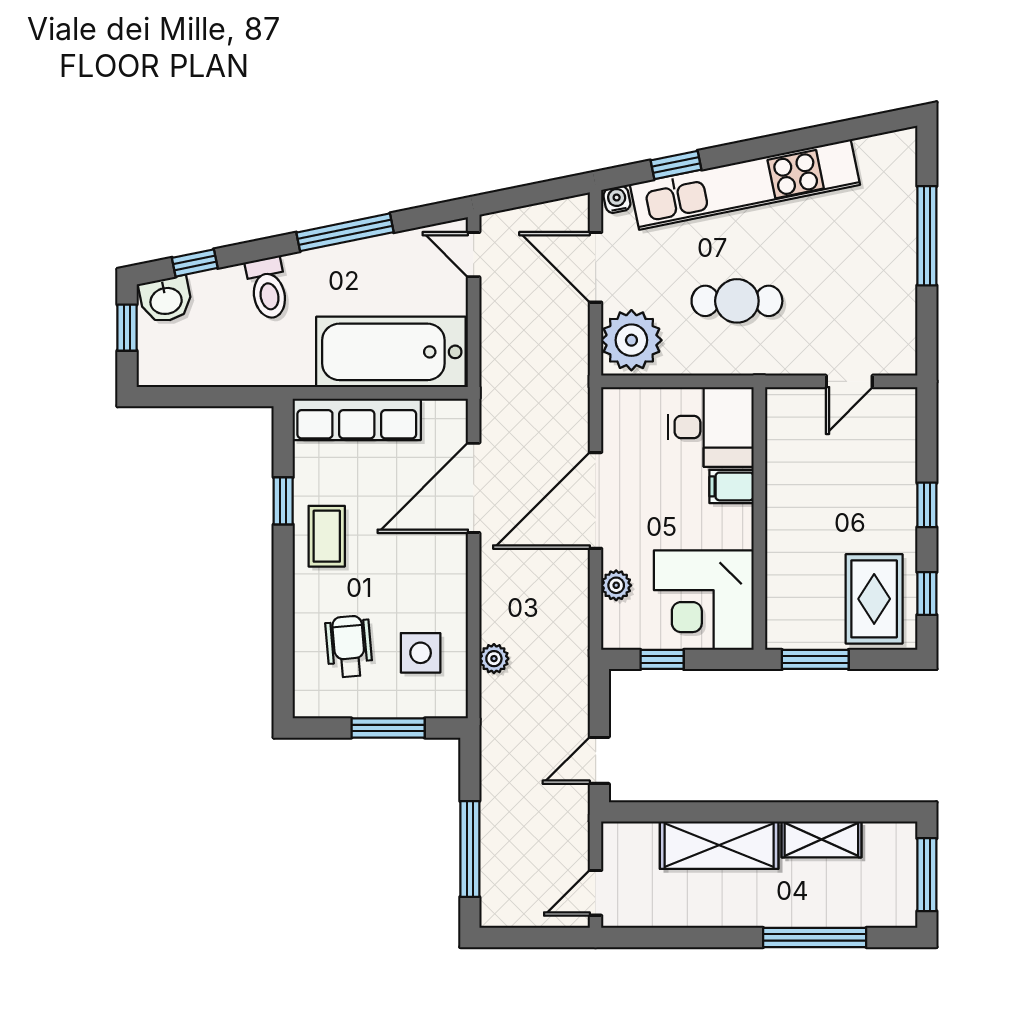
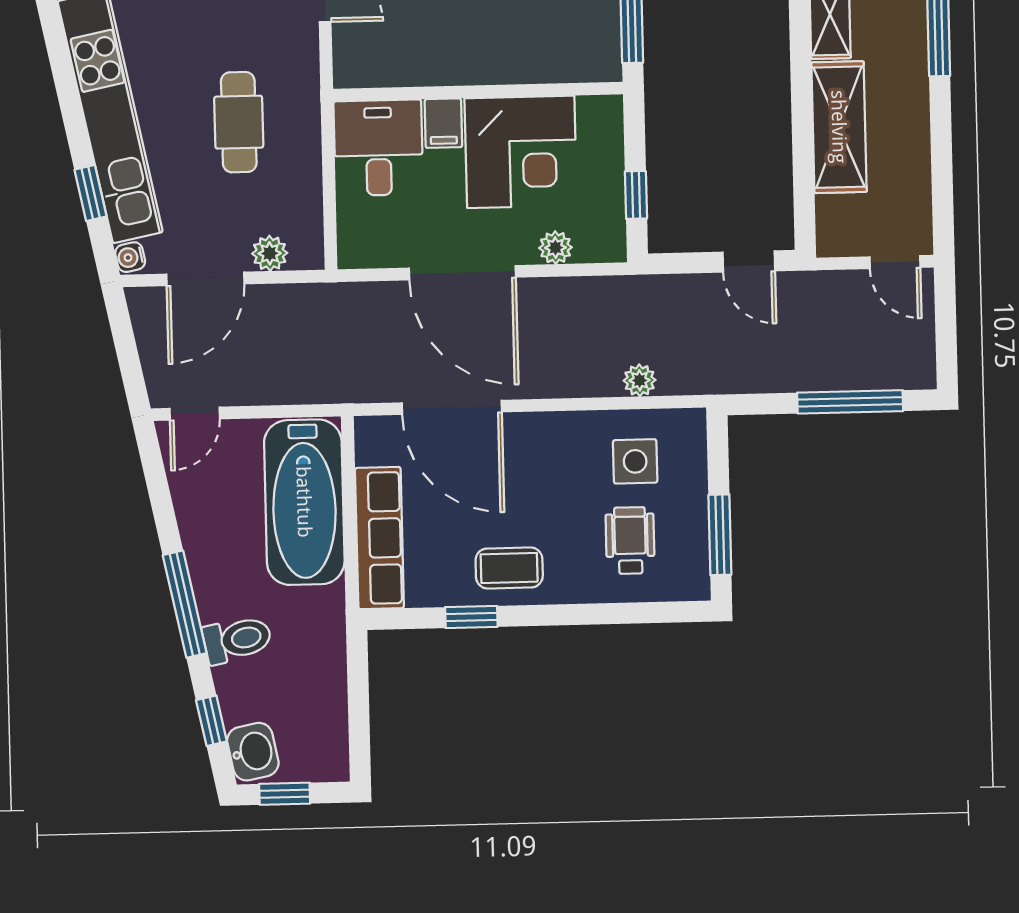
window: (345, 232) -> (185, 604), moved
plant: (631, 340) -> (270, 253), width x0.53, depth x0.53
corner desk: (704, 600) -> (521, 152), moved
wheelchair: (349, 647) -> (630, 540), turned 95
window: (388, 728) -> (720, 535), moved

